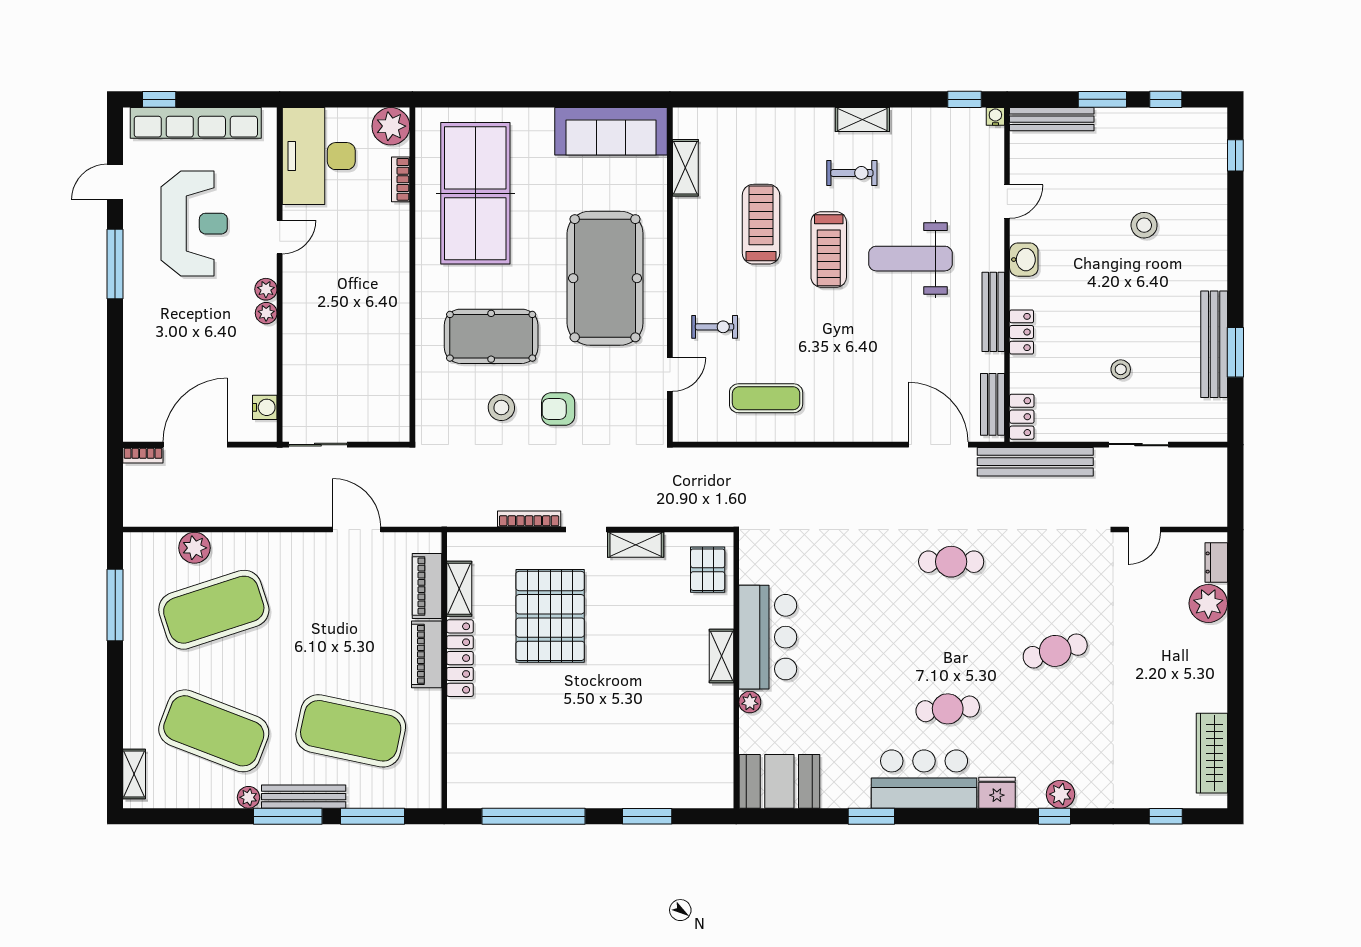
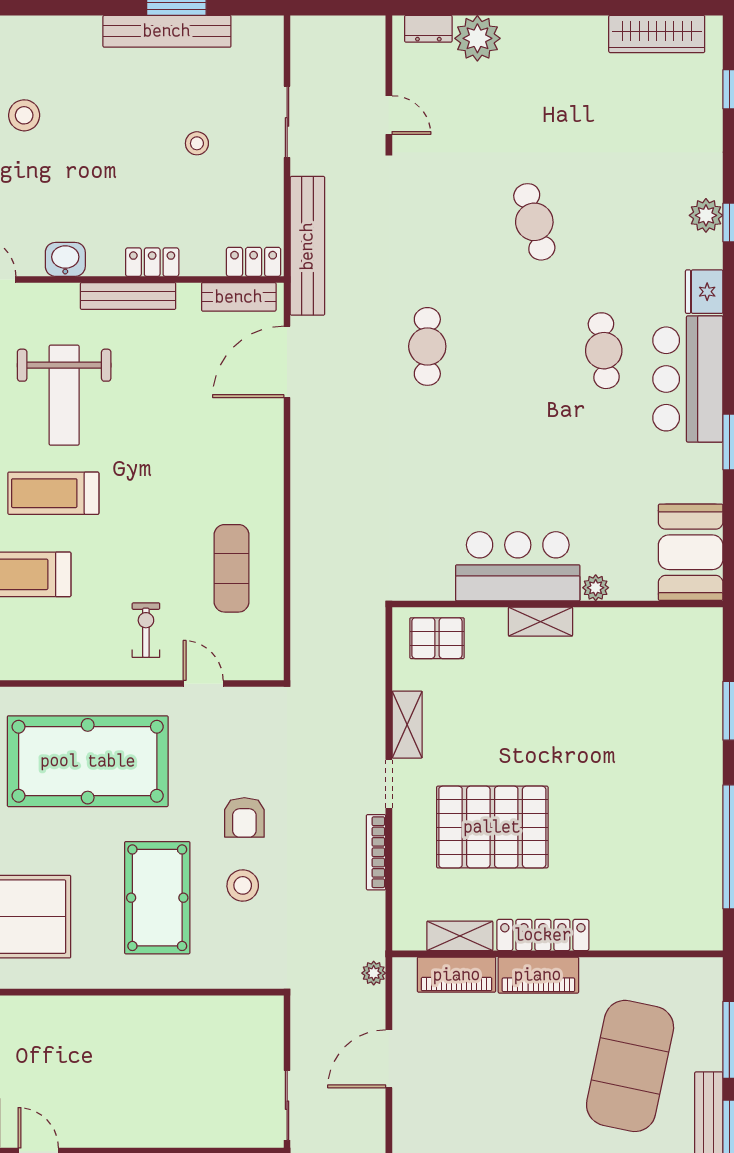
treadmill: (829, 250) -> (53, 493), turned 180
plant: (428, 517) -> (374, 973), added

